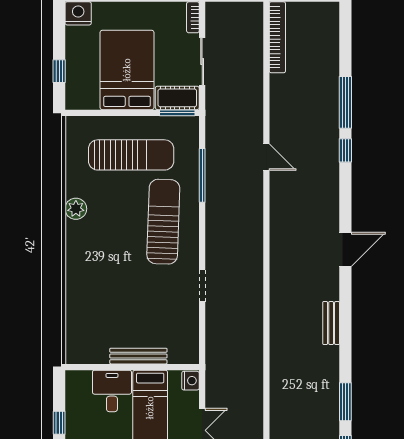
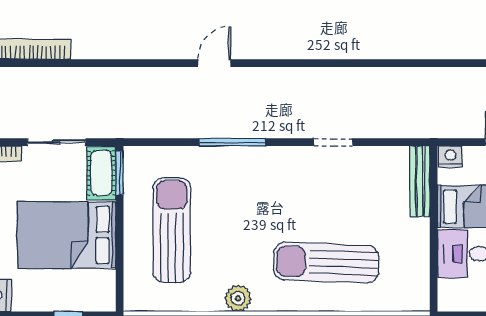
door: (266, 157) -> (214, 63), moved
window: (202, 175) -> (232, 142), moved
sun lounger: (163, 222) -> (326, 262), moved
bench: (138, 356) -> (420, 181), moved

